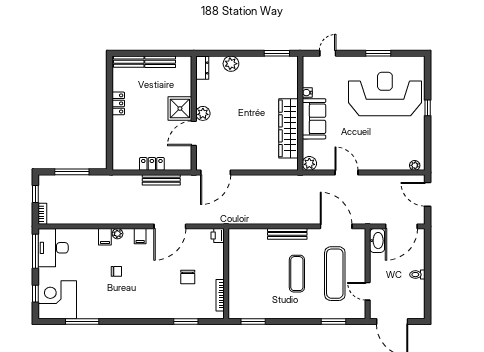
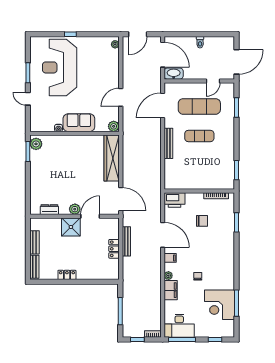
door: (328, 53) -> (28, 99), moved
plant: (231, 64) -> (36, 144), moved
dresser: (202, 68) -> (49, 210), moved
wardrobe: (289, 128) -> (112, 158), moved, turned 90
door: (194, 133) -> (90, 216), swing flipped
printer: (218, 236) -> (175, 200), width x1.87, depth x1.48
filing cabinet: (105, 237) -> (171, 290), width x2.00
corner desk: (57, 300) -> (220, 305), moved

